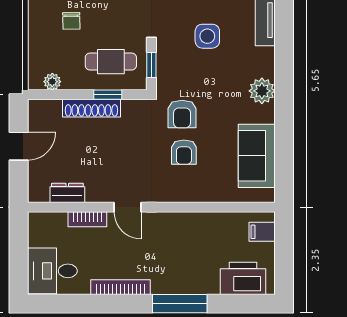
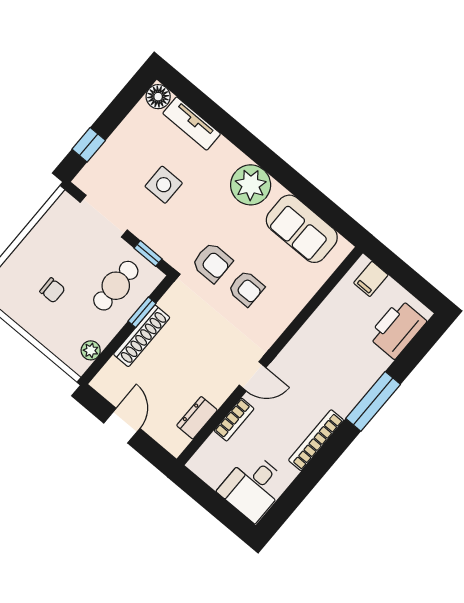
plant: (262, 91) -> (251, 185), width x1.36, depth x1.36

